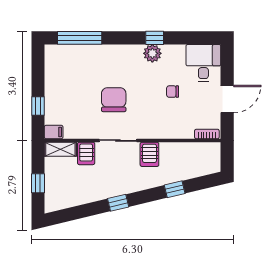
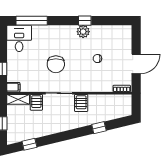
desk: (203, 63) -> (19, 38), moved
chair: (114, 100) -> (56, 64), turned 180
window: (118, 203) -> (29, 144), moved

